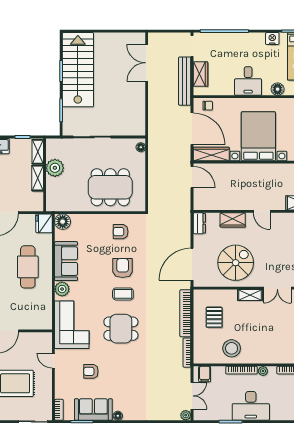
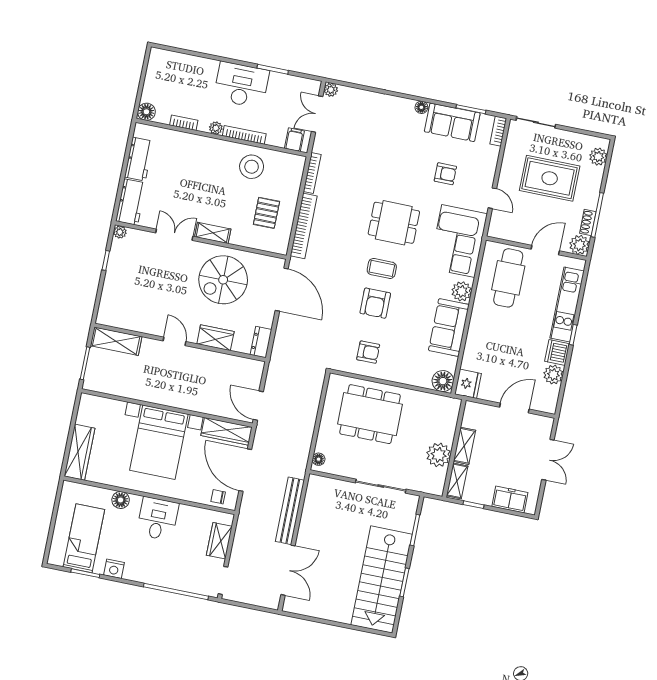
bench: (185, 81) -> (290, 511), moved
door: (192, 264) -> (282, 290), hinge flipped
cafe table: (28, 267) -> (508, 278), moved

